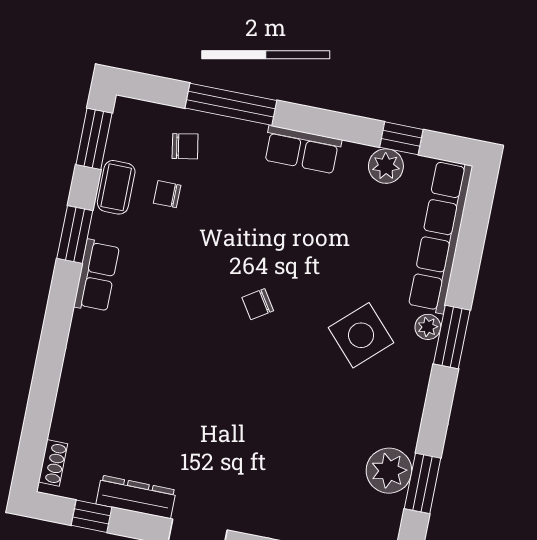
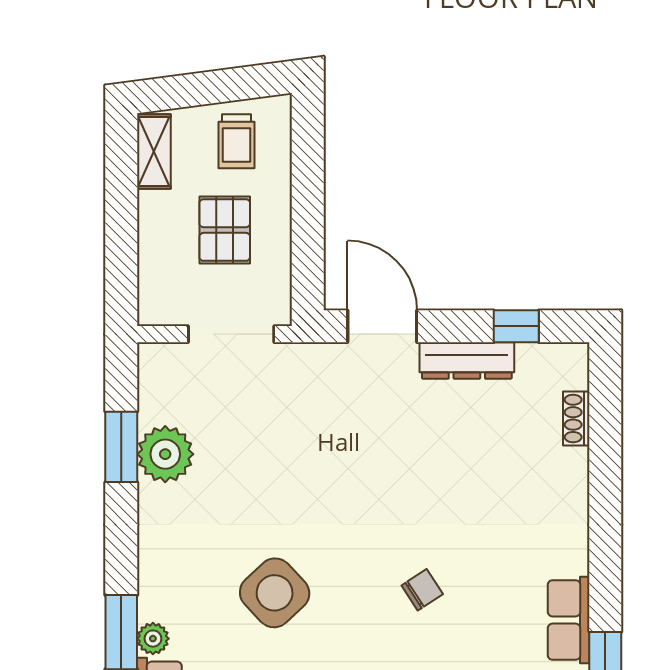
chair: (258, 304) -> (422, 590), moved
side table: (361, 335) -> (275, 593), moved
shoe rack: (53, 463) -> (576, 418), moved

